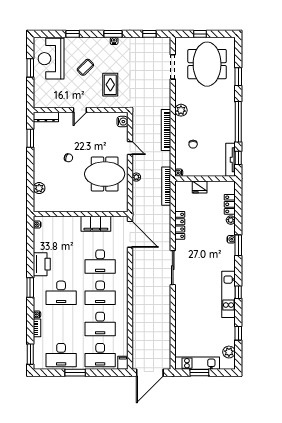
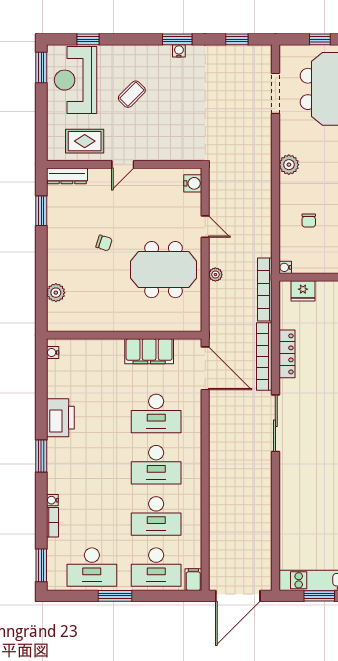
window: (73, 34) -> (88, 39), moved
window: (30, 68) -> (41, 67), moved
rug: (110, 85) -> (85, 141), moved, turned 90
bookcase: (166, 130) -> (264, 356), moved
fridge: (200, 187) -> (303, 291), moved
desk: (61, 293) -> (92, 465), removed

